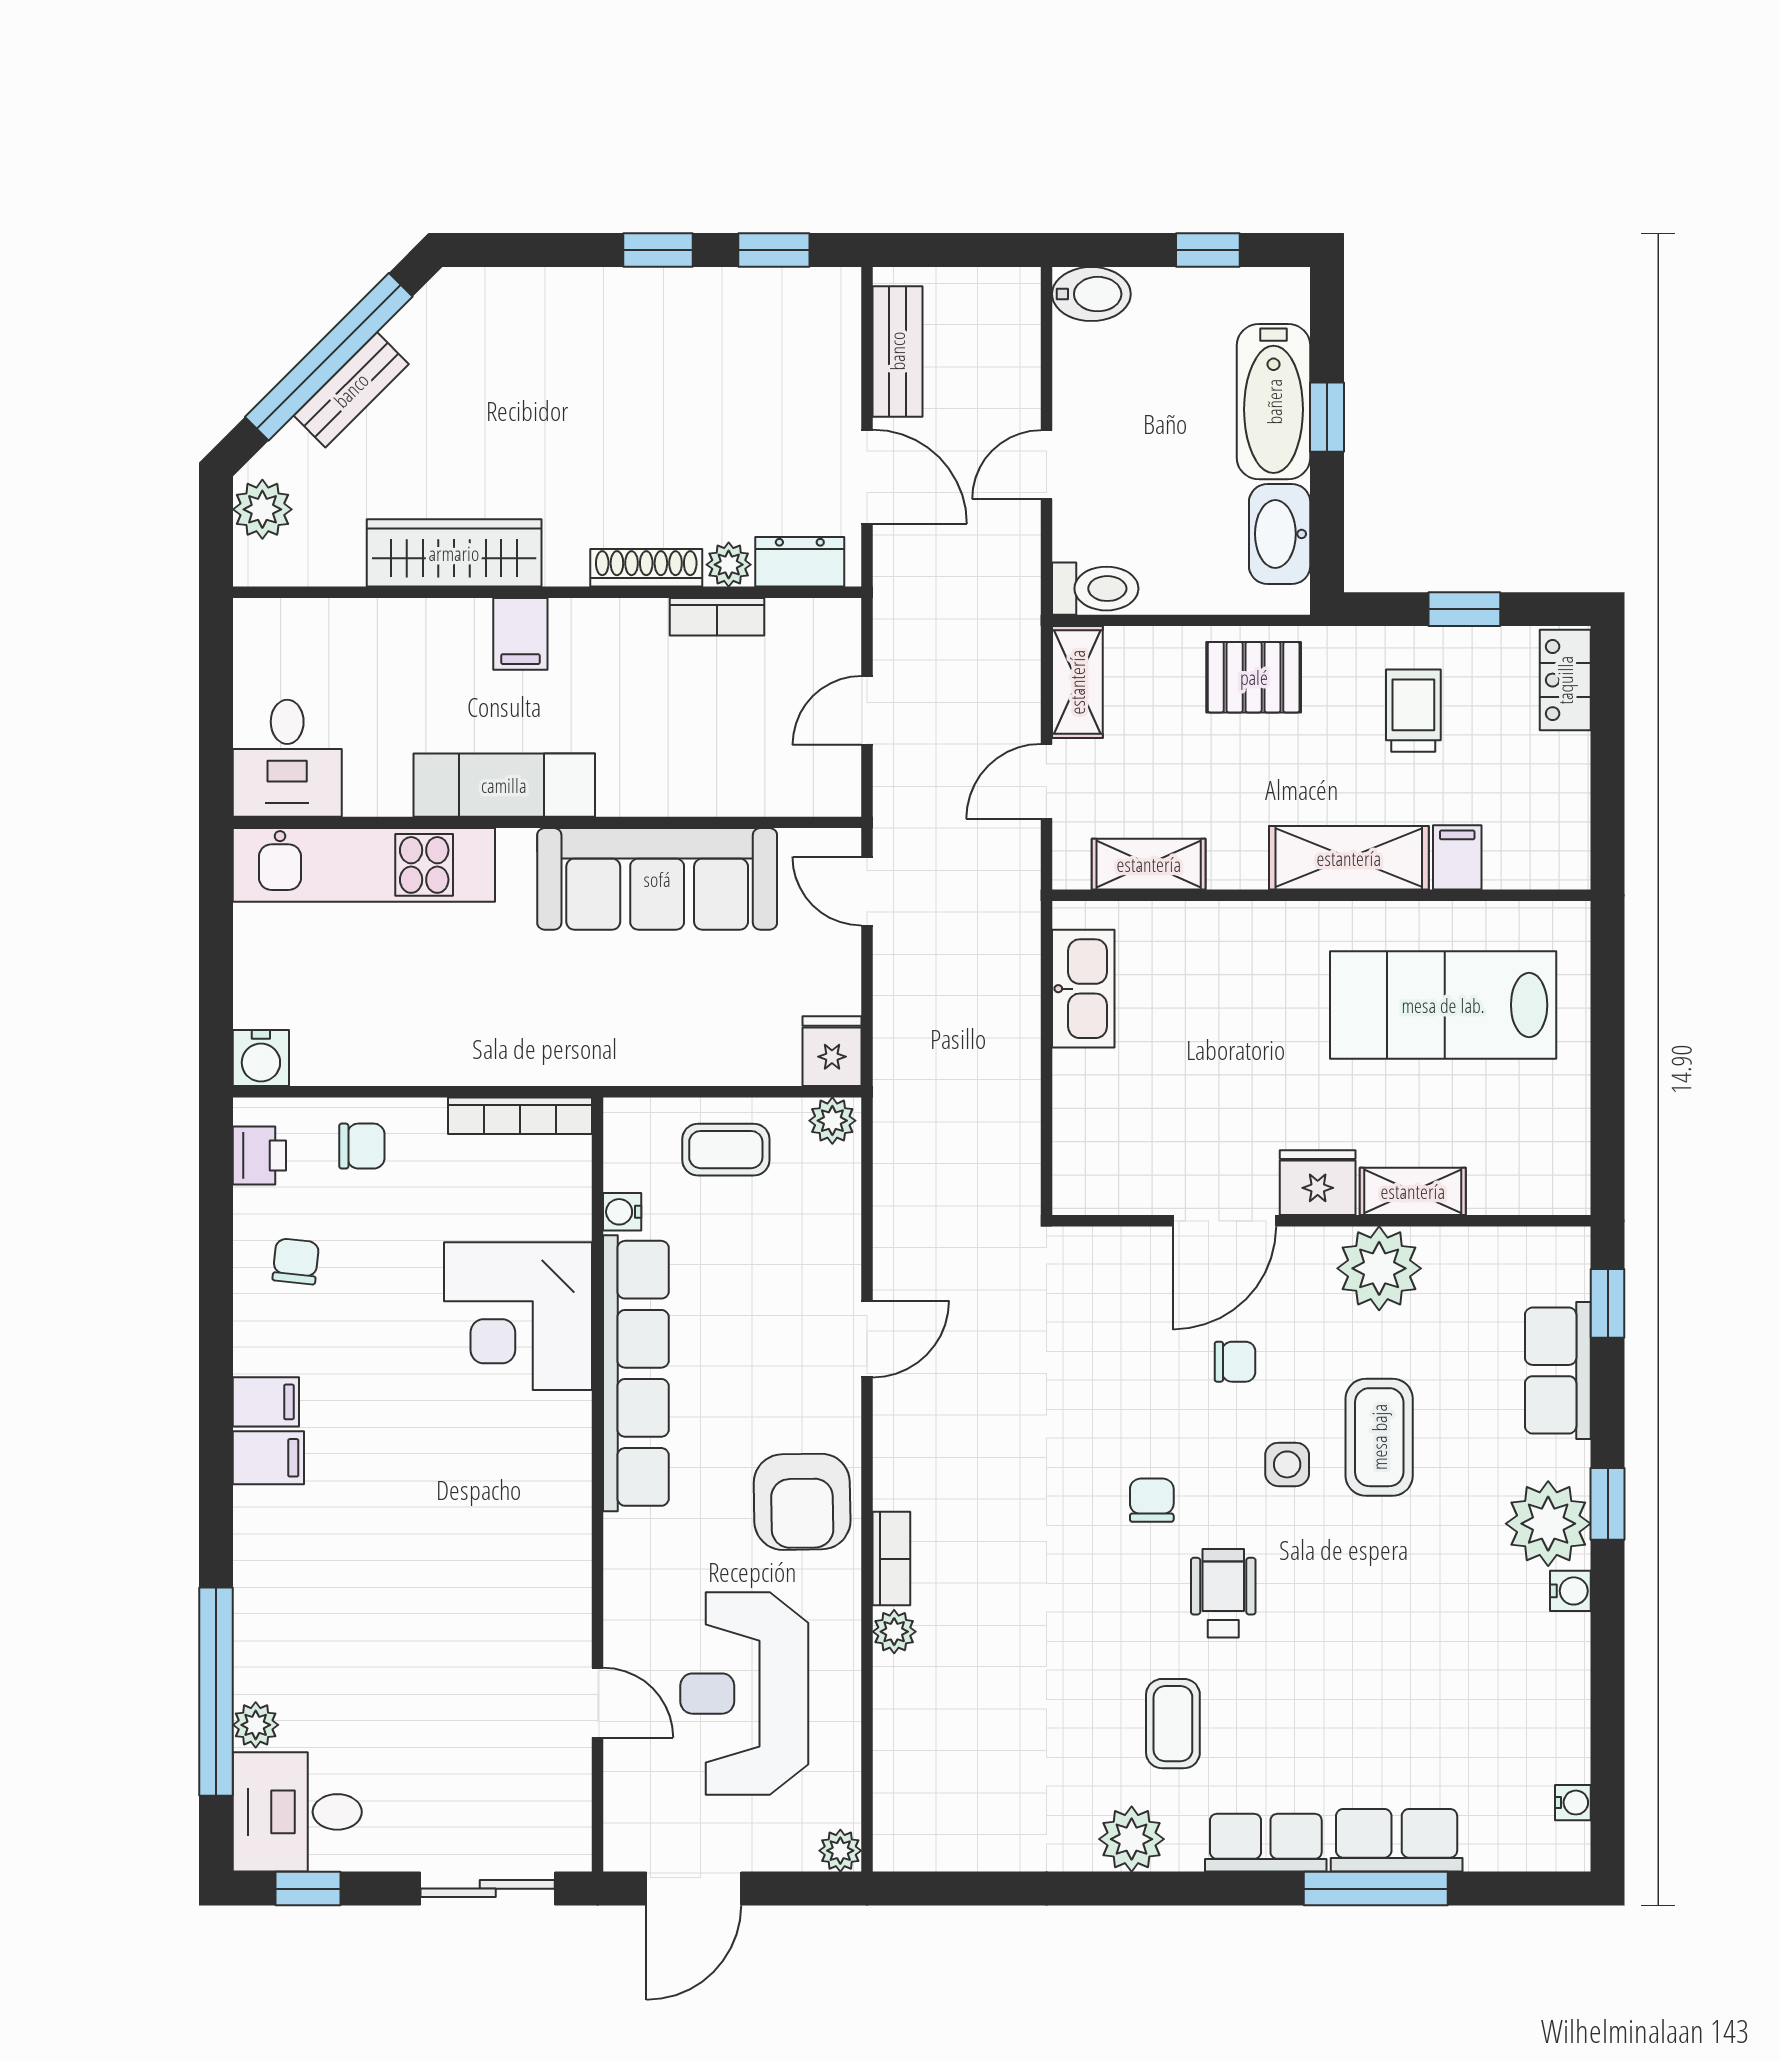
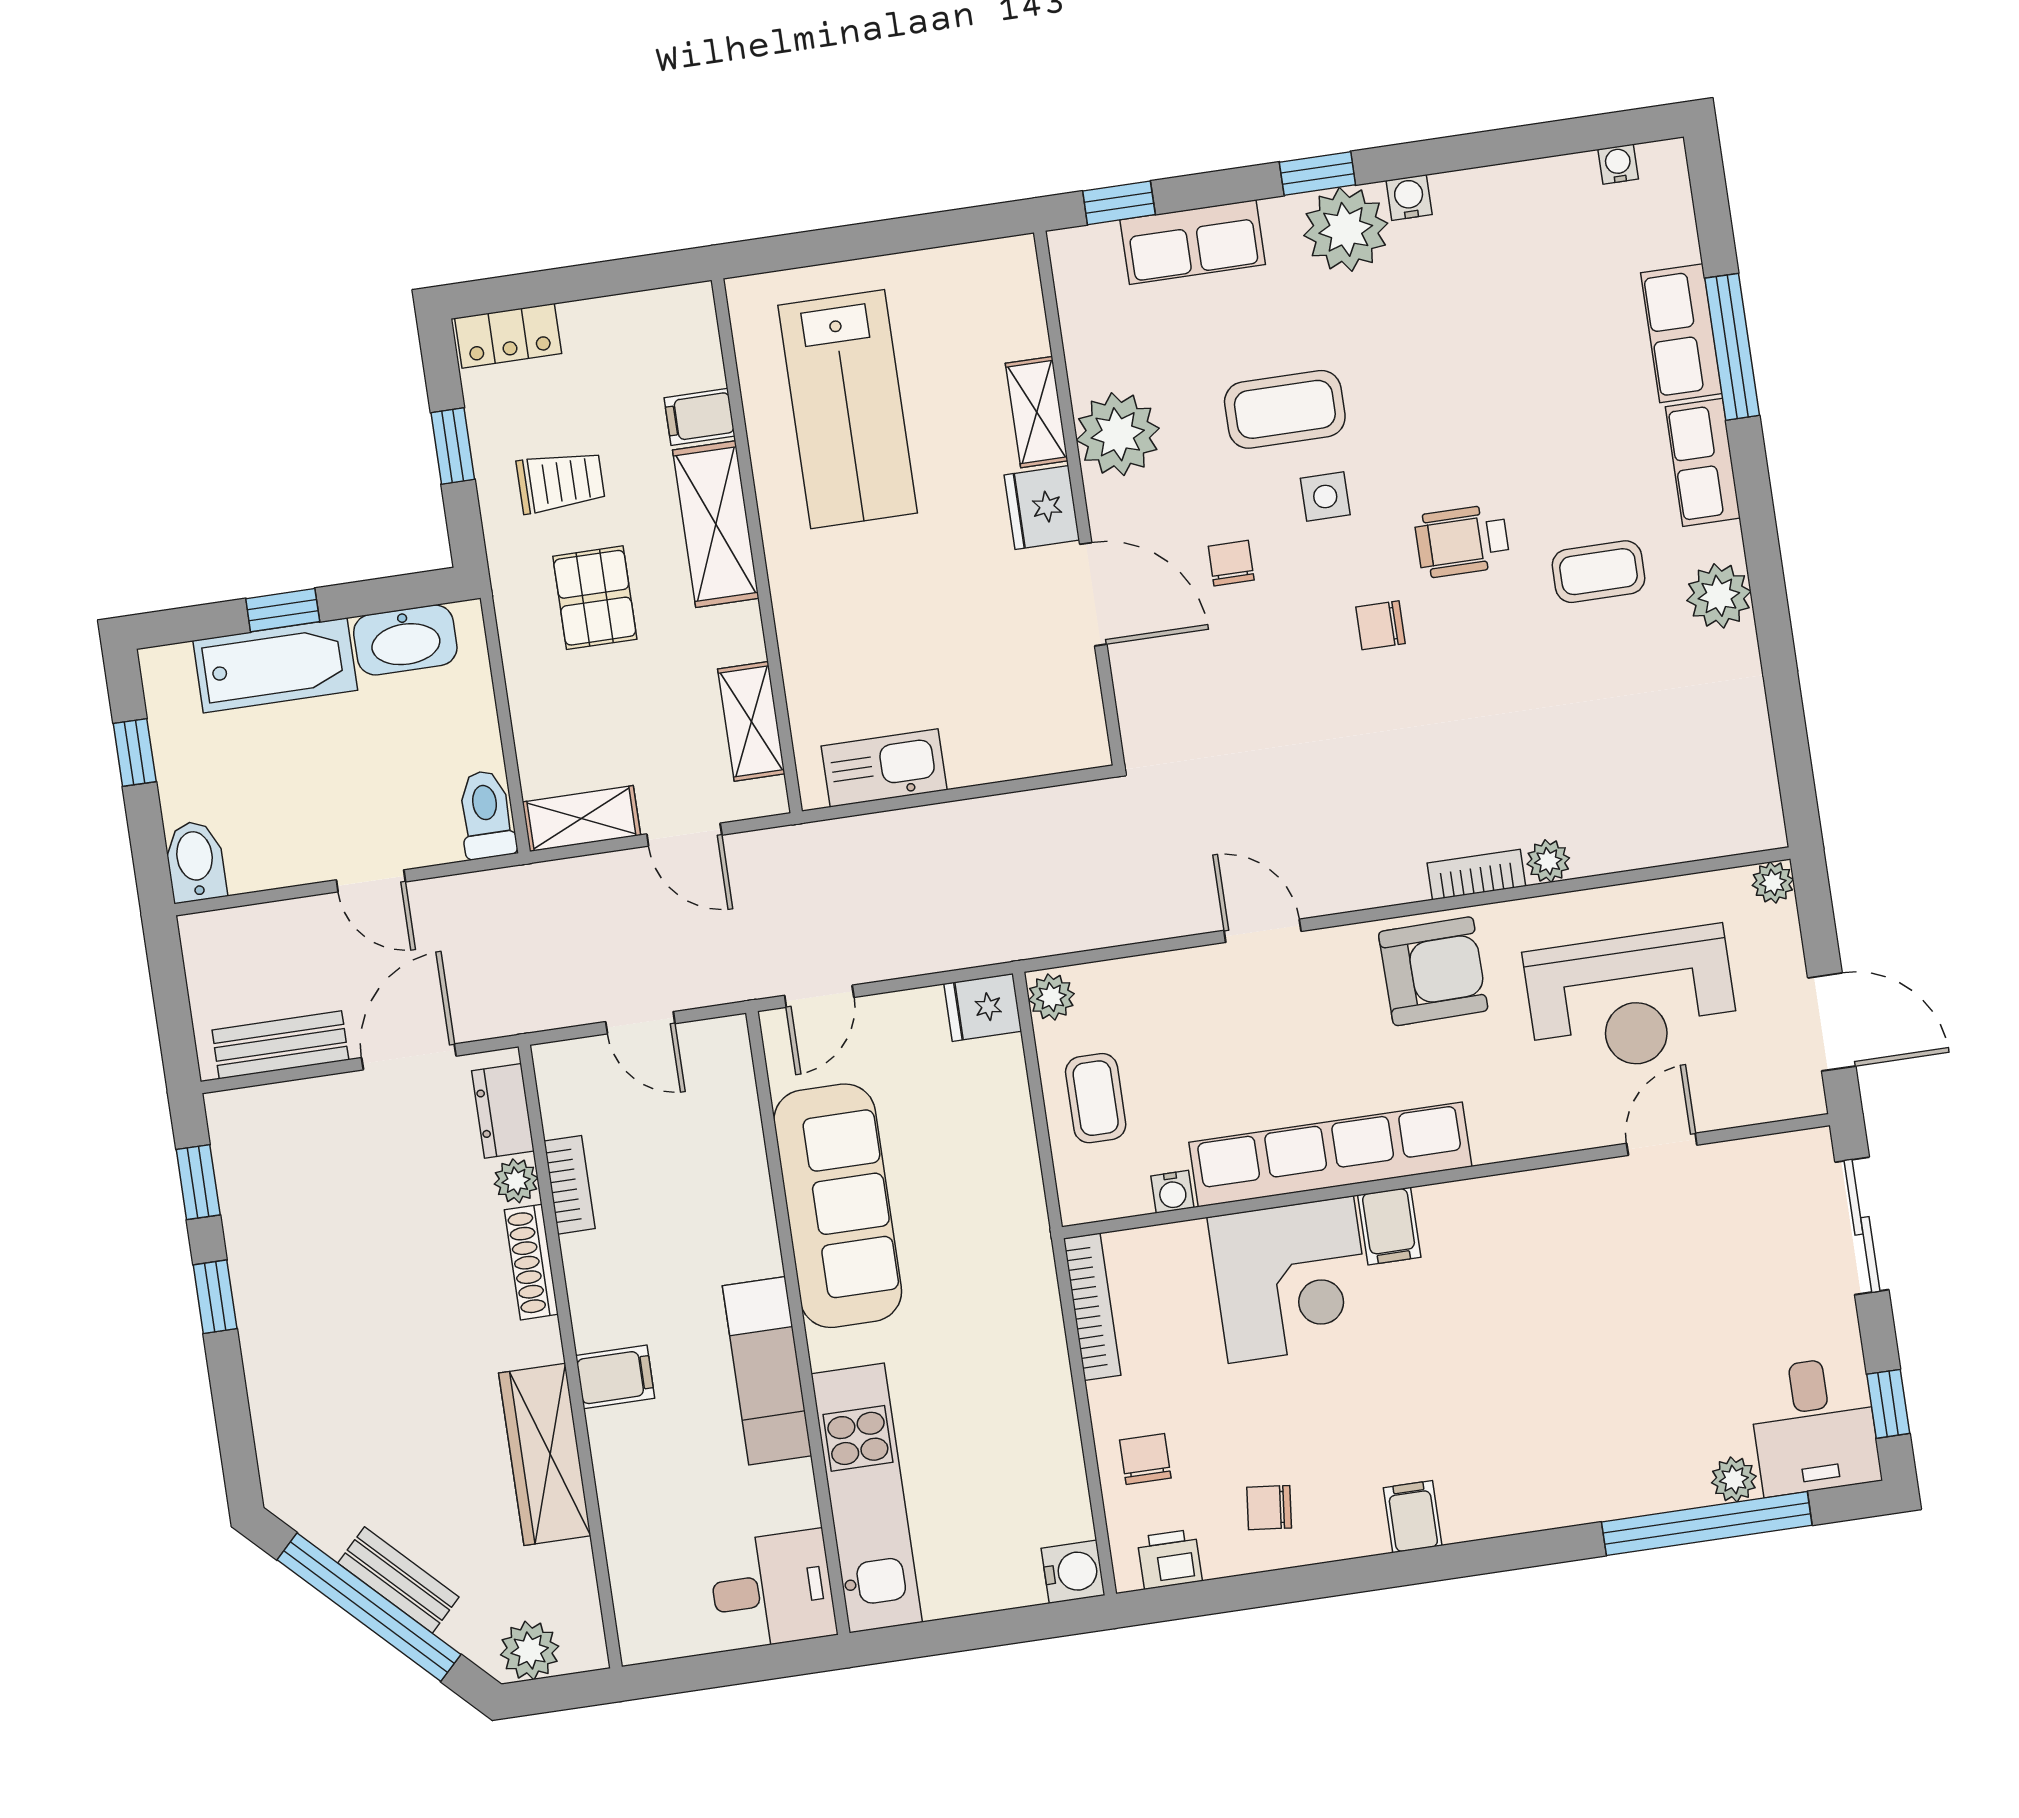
pallet: (1254, 677) -> (595, 598), moved
trolley: (1413, 711) -> (561, 482), turned 180
filing cabinet: (268, 1458) -> (1389, 1226), moved, turned 180

